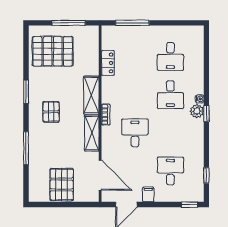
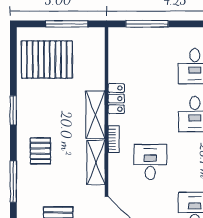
locker: (108, 63) -> (116, 99), moved
pallet: (51, 112) -> (40, 151), moved

